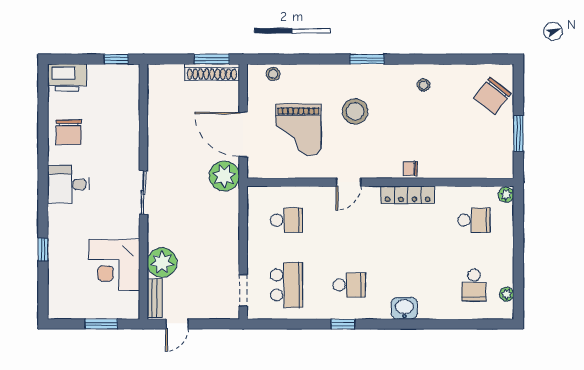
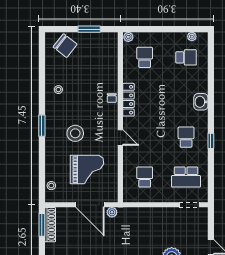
door: (243, 134) -> (90, 205), hinge flipped
plant: (224, 176) -> (112, 212), width x0.53, depth x0.53
school desk: (287, 285) -> (186, 177), turned 180

